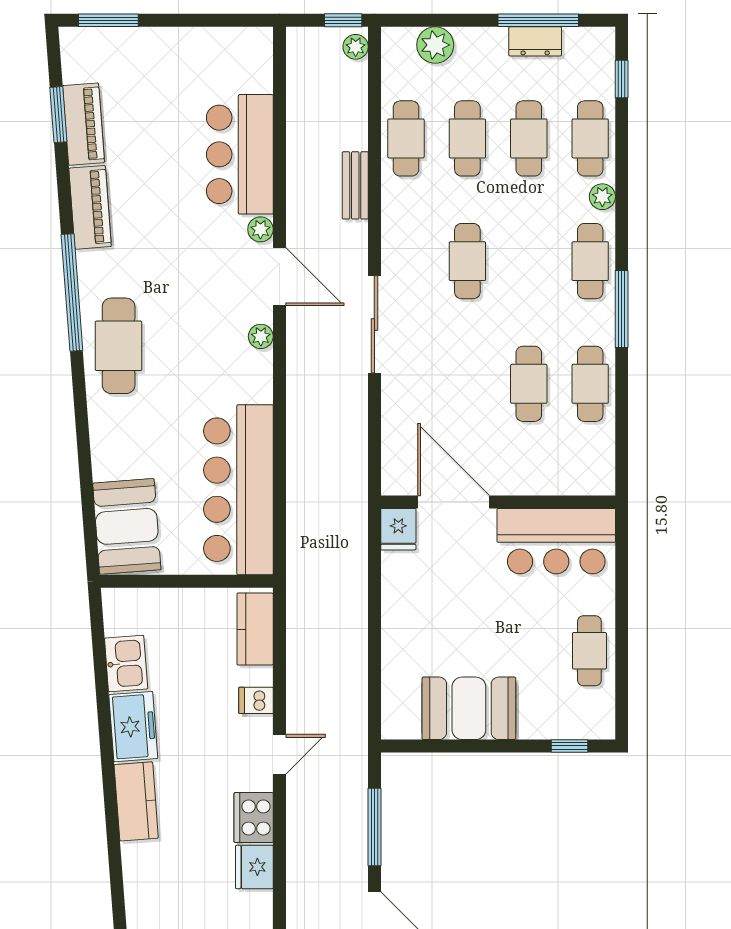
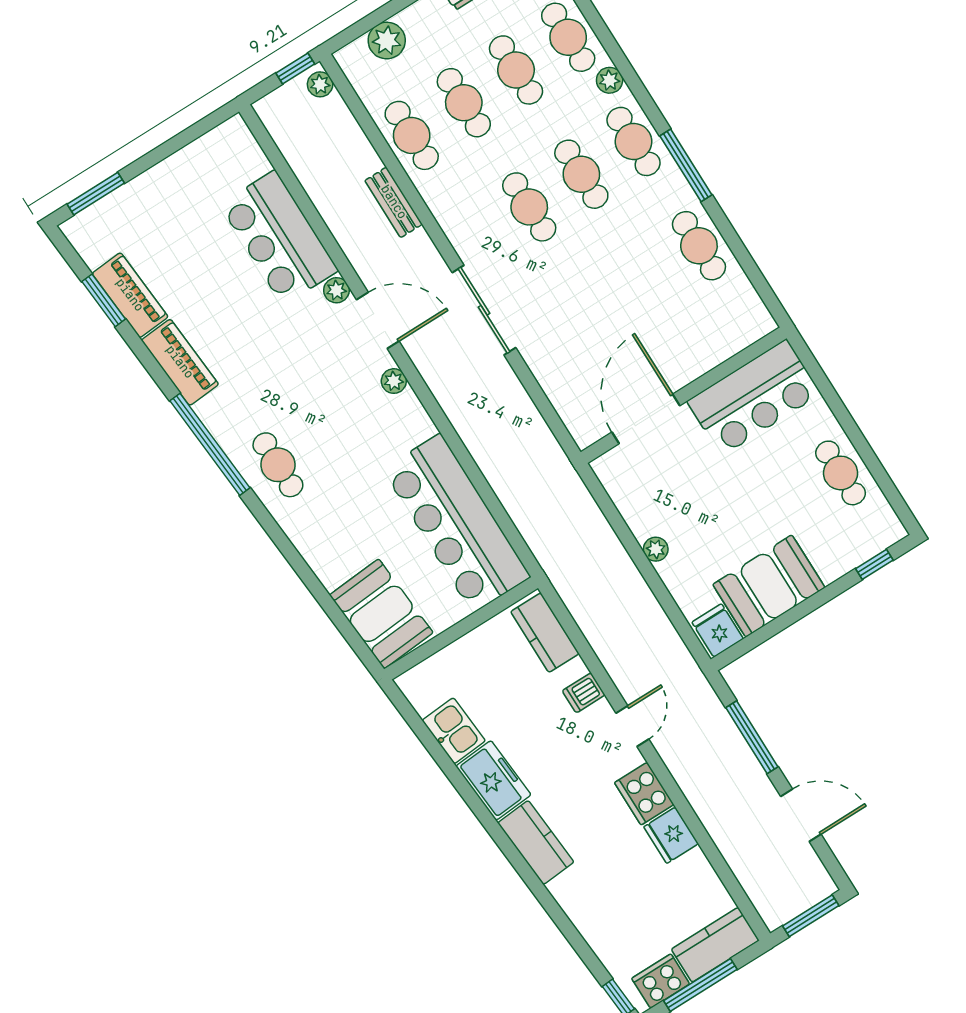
cafe table: (119, 346) -> (278, 465), width x0.73, depth x0.74
cafe table: (529, 384) -> (581, 174), moved
door: (454, 502) -> (646, 419), hinge flipped
fridge: (398, 529) -> (718, 631), moved, turned 180
plant: (393, 617) -> (656, 549), added

